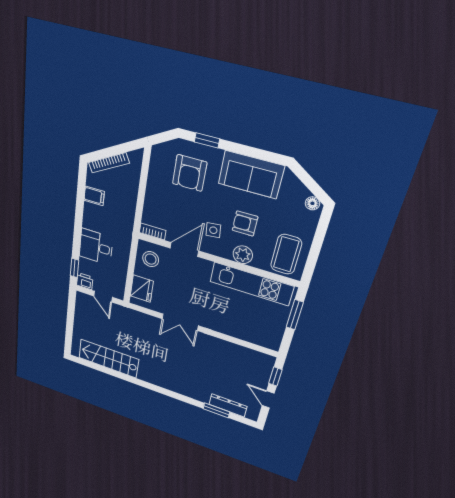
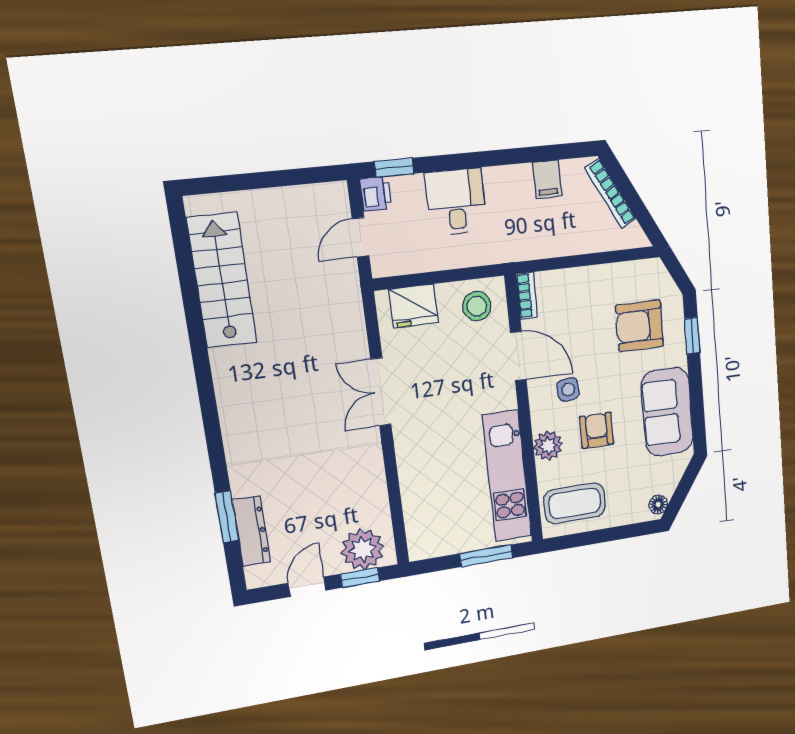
plant: (260, 368) -> (363, 549), added

